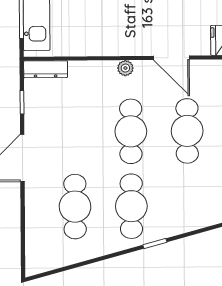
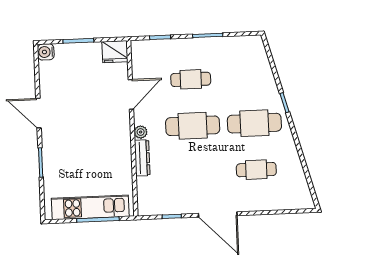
dresser: (46, 69) -> (142, 158), moved
cafe table: (187, 131) -> (191, 79), width x0.73, depth x0.74
cafe table: (75, 207) -> (256, 170), width x0.73, depth x0.74

